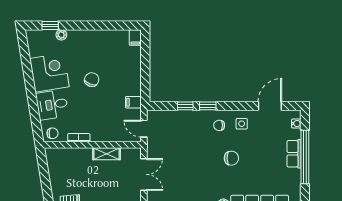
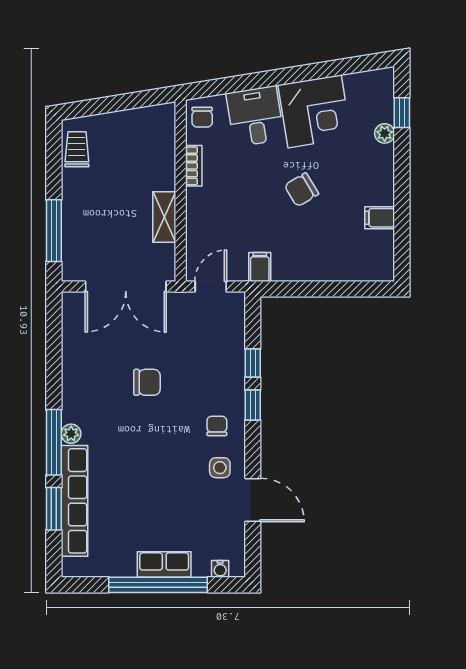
filing cabinet: (135, 37) -> (380, 218), moved
chair: (92, 80) -> (302, 190), turned 128
door: (270, 106) -> (253, 500), moved
chair: (231, 158) -> (147, 382), moved, turned -90
double door: (144, 174) -> (126, 286), width x1.37

